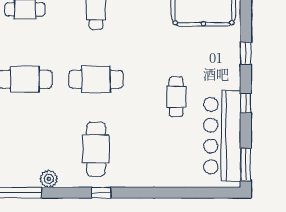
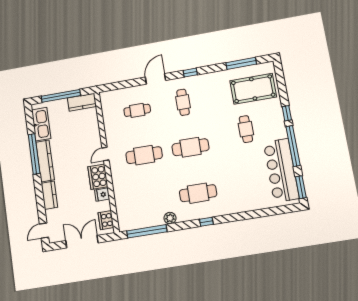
cafe table: (176, 97) -> (246, 129), moved
window: (246, 103) -> (293, 146), width x3.17
cafe table: (96, 149) -> (198, 193), turned 90

